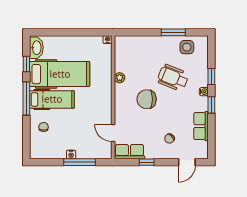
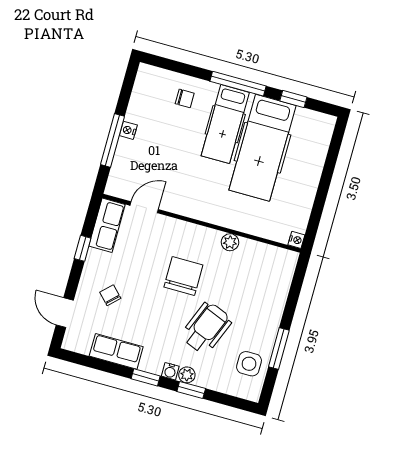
washbasin: (36, 48) -> (315, 122), removed
plant: (203, 81) -> (187, 375), added

